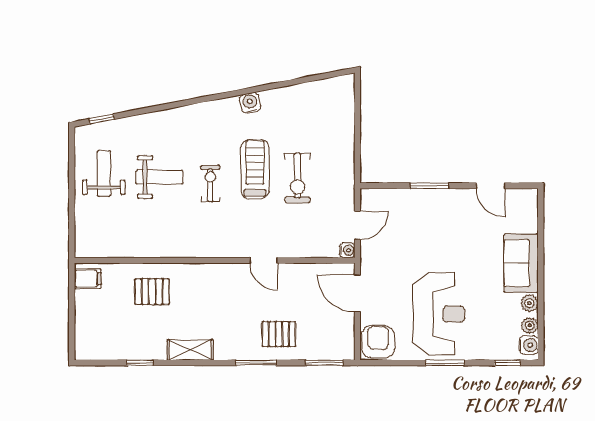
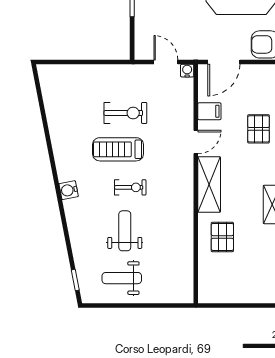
water cooler: (250, 103) -> (69, 190), moved
exercise bike: (210, 184) -> (130, 187), turned 180
shelving: (214, 276) -> (209, 184), added
filing cabinet: (88, 279) -> (209, 111), moved, turned 90

